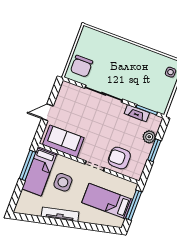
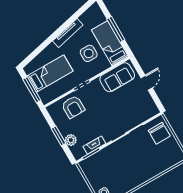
chair: (82, 66) -> (159, 133), turned 180
armchair: (119, 158) -> (73, 107), turned 90
window: (27, 165) -> (116, 29), moved

